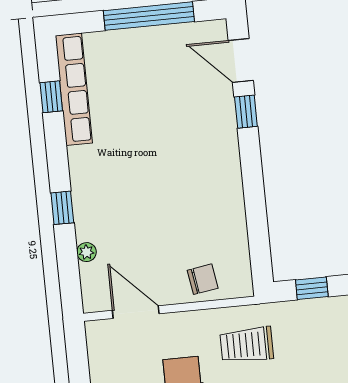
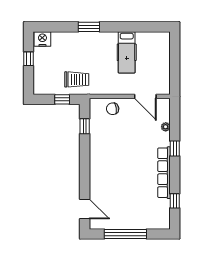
row of seats: (74, 89) -> (164, 173), moved
window: (246, 112) -> (85, 126), moved
trolley: (247, 345) -> (77, 79), moved

